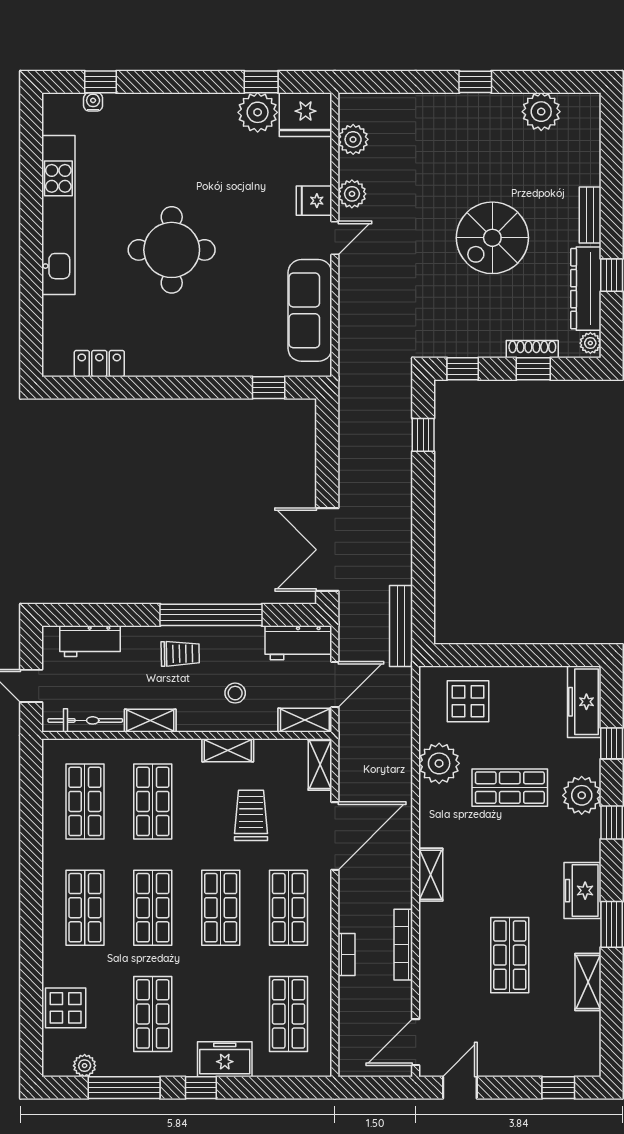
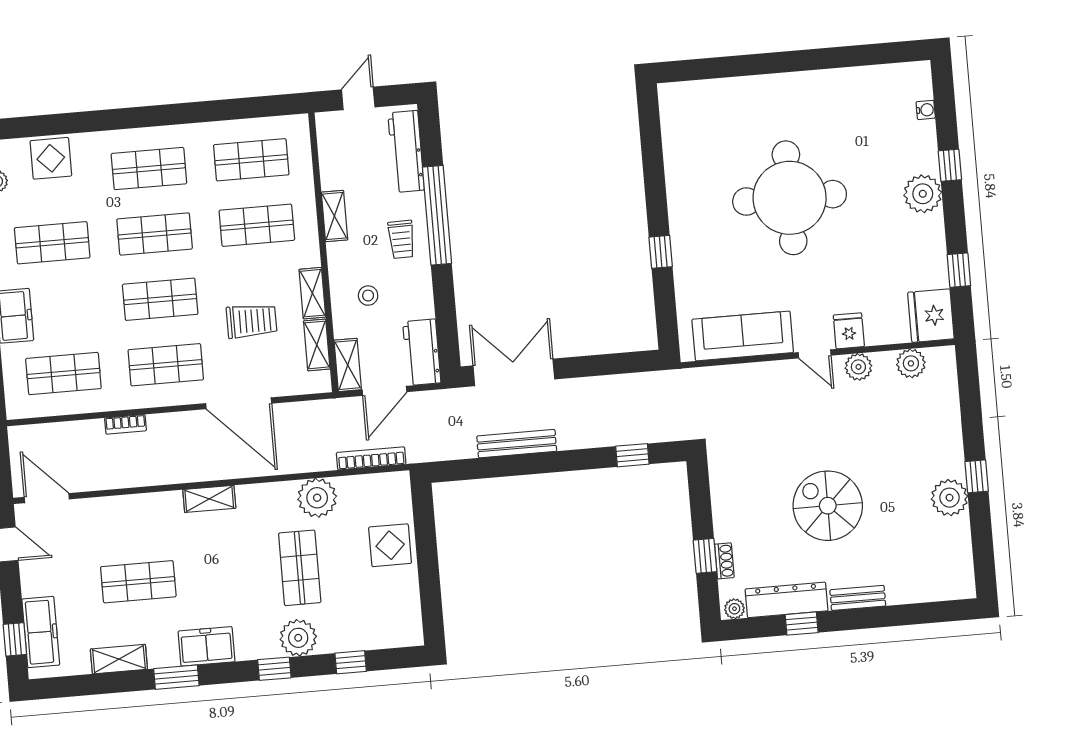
window: (100, 82) -> (950, 165), moved
plant: (258, 112) -> (923, 194), moved
plant: (541, 112) -> (949, 498), moved
kitchen unit: (58, 215) -> (814, 86), removed
round table: (172, 250) -> (790, 198), width x1.36, depth x1.36
shoe rack: (532, 349) -> (724, 561), width x0.70
locker: (99, 364) -> (674, 138), removed
window: (463, 369) -> (699, 488), removed
window: (269, 388) -> (661, 252), moved
window: (211, 615) -> (437, 215), moved
bench: (401, 626) -> (517, 444), moved
workbench: (90, 641) -> (406, 151), width x1.38
door: (335, 685) -> (385, 391), hinge flipped
display table: (468, 701) -> (390, 545), moved
freezer: (584, 702) -> (41, 632), moved, turned 90
bicycle: (85, 720) -> (329, 153), removed
shelving: (320, 765) -> (317, 345), moved, turned 90
bookcase: (403, 945) -> (371, 458), moved

